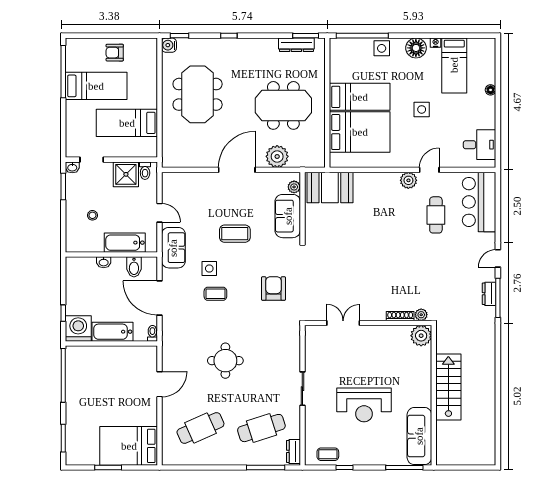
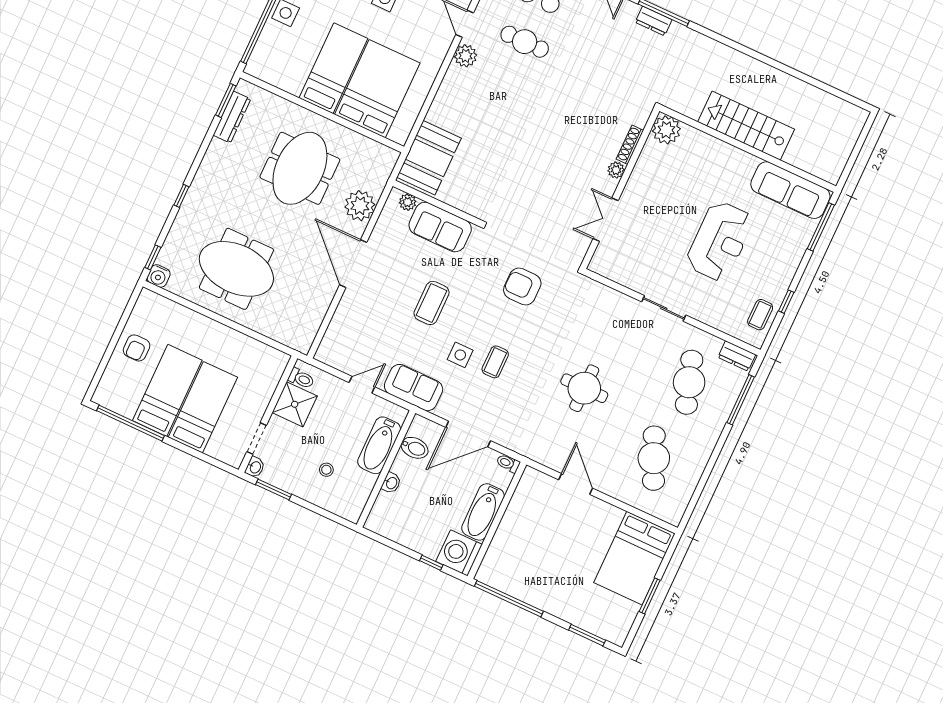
bed: (127, 123) -> (203, 407), moved, turned 180
plant: (421, 315) -> (616, 170), moved

